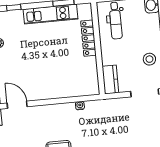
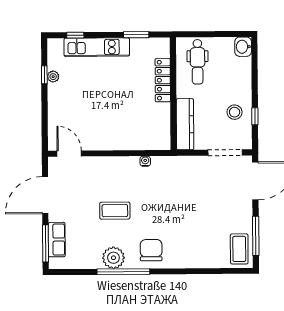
kitchen unit: (51, 14) -> (97, 47), moved
kitchen counter: (110, 79) -> (185, 124), width x1.50

